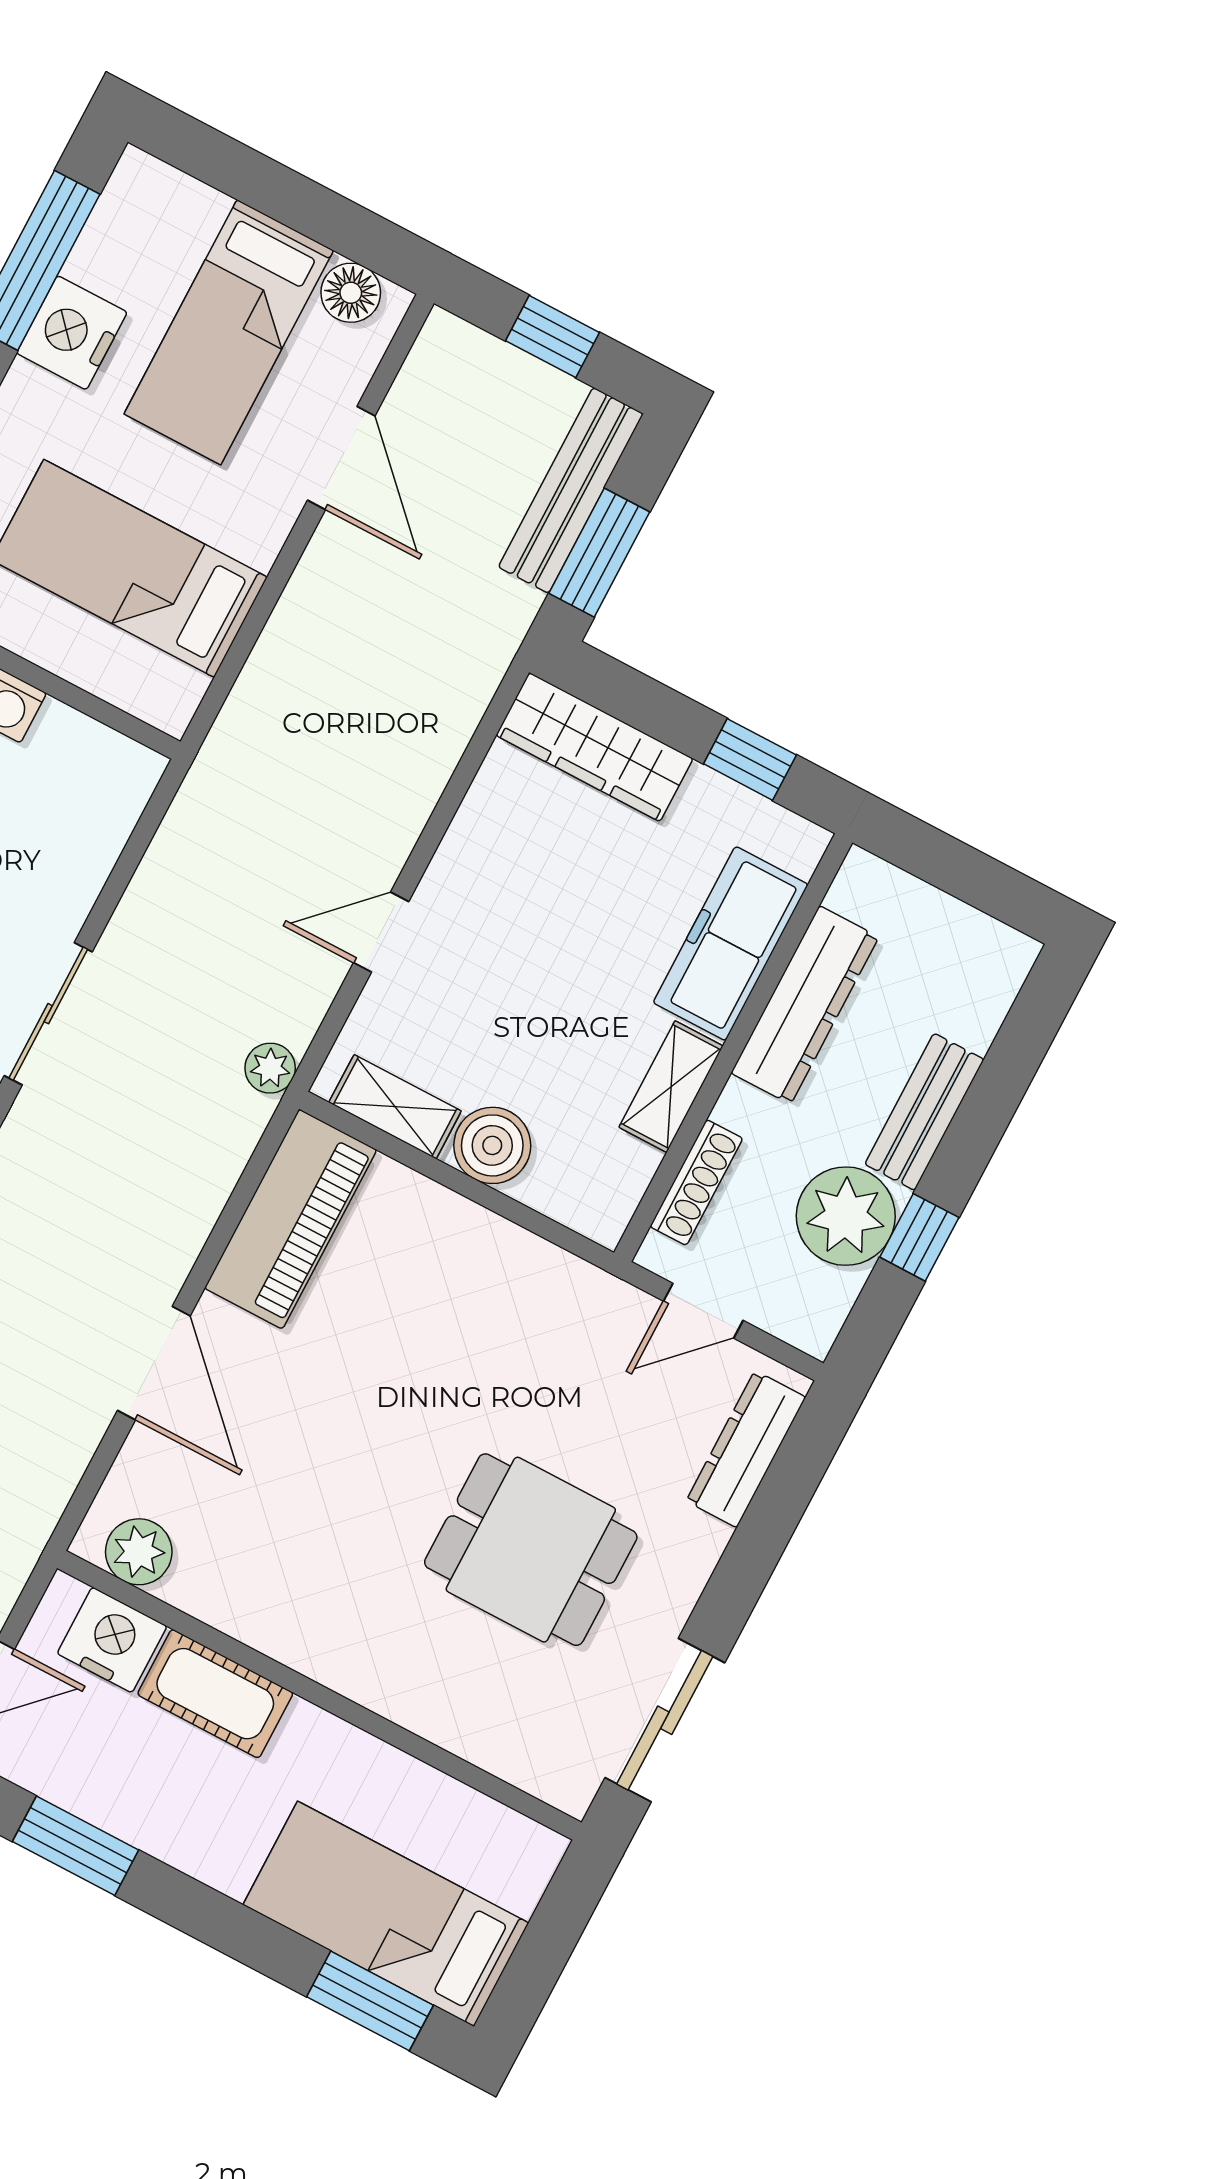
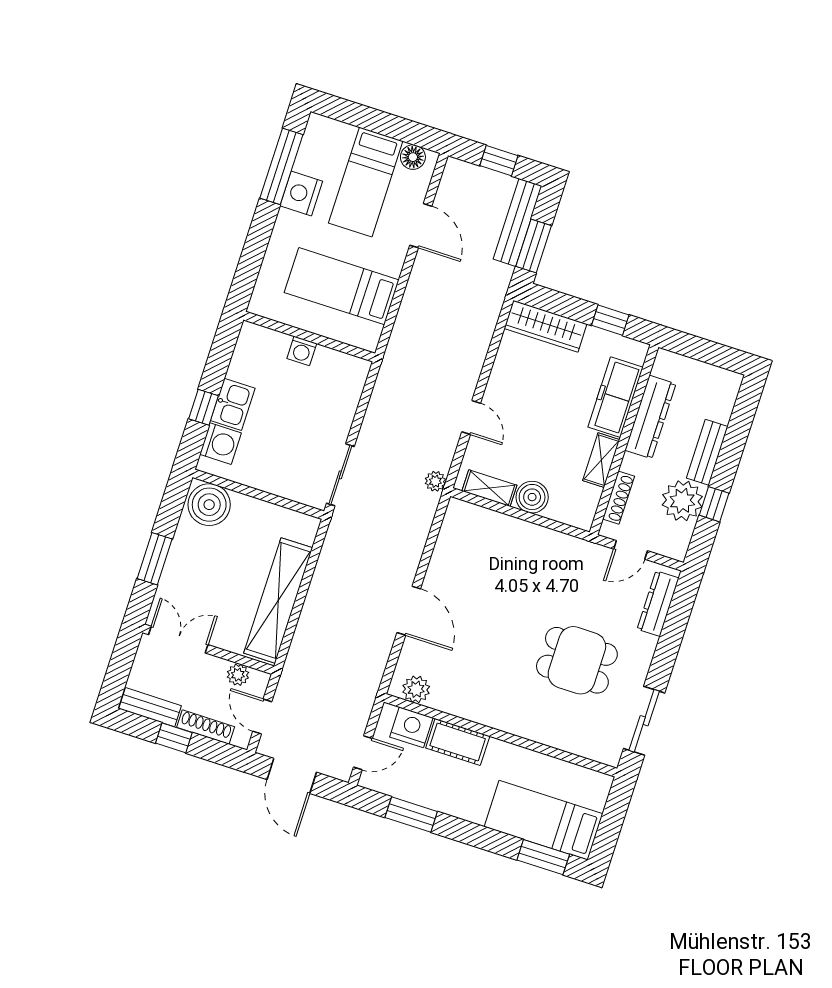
door: (381, 932) -> (471, 417), swing flipped
piano: (291, 1219) -> (455, 542), removed

